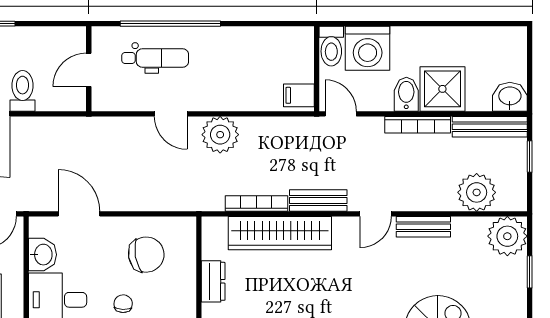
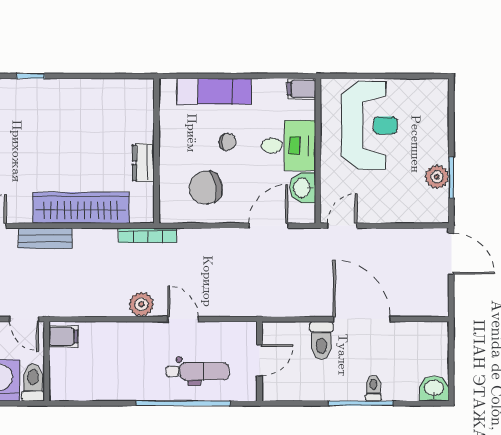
dental chair: (155, 58) -> (198, 371), turned 180
plant: (220, 135) -> (141, 304), width x0.73, depth x0.73
bookcase: (256, 204) -> (148, 235), moved
door: (79, 214) -> (269, 226), swing flipped
chair: (123, 304) -> (227, 142), turned -92

